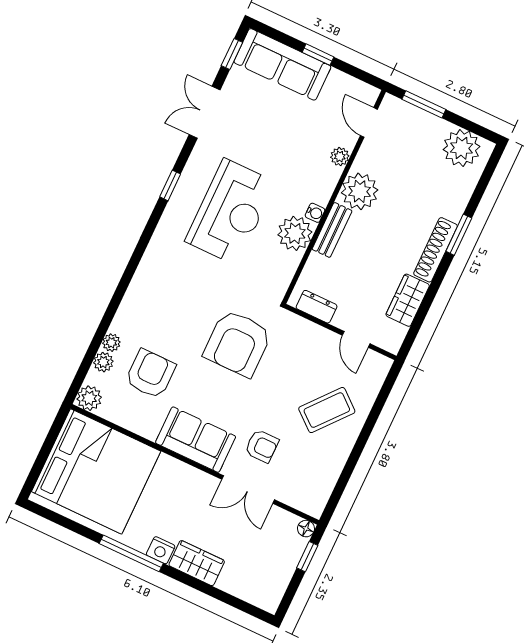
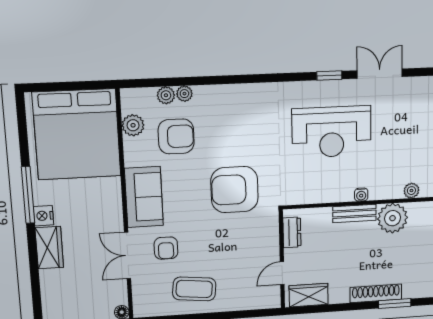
double door: (205, 112) -> (380, 74), moved
plant: (295, 233) -> (339, 188), removed
wardrobe: (408, 300) -> (309, 295), moved
plant: (89, 398) -> (133, 125), moved
coffee table: (327, 410) -> (194, 289), moved, turned -34

